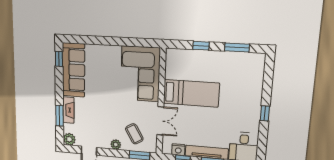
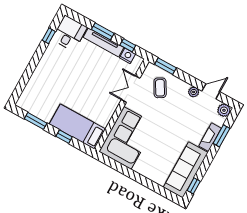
bed: (191, 93) -> (77, 127), moved
window: (265, 113) -> (49, 36), moved
plant: (116, 145) -> (194, 92), moved

